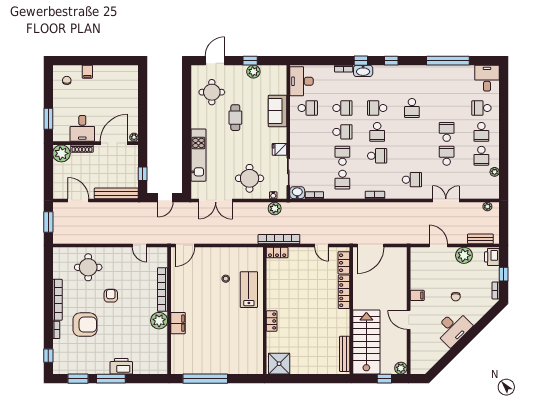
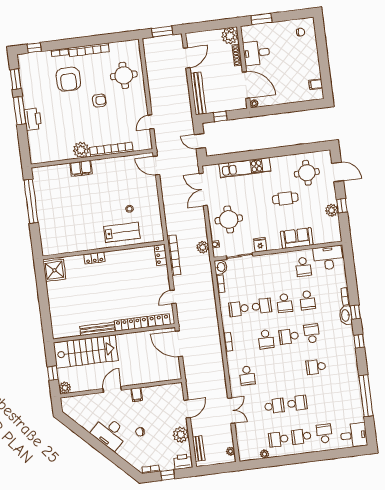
filing cabinet: (87, 72) -> (316, 84), moved
bench: (345, 354) -> (97, 329), moved

